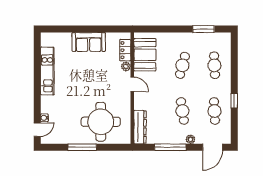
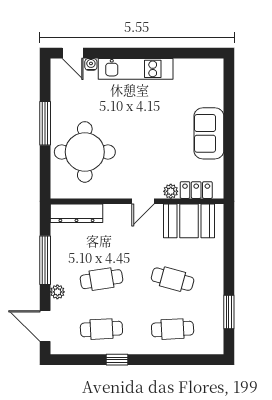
kitchen unit: (47, 71) -> (136, 69), moved

